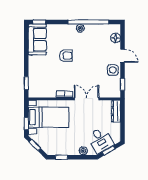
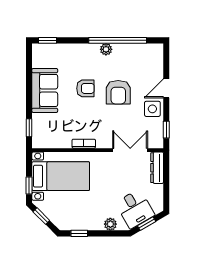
floor lamp: (116, 38) -> (156, 63), removed
sofa: (37, 39) -> (45, 90), moved
door: (122, 56) -> (166, 88), swing flipped
armchair: (89, 58) -> (118, 92), added
double door: (87, 99) -> (130, 150), moved

